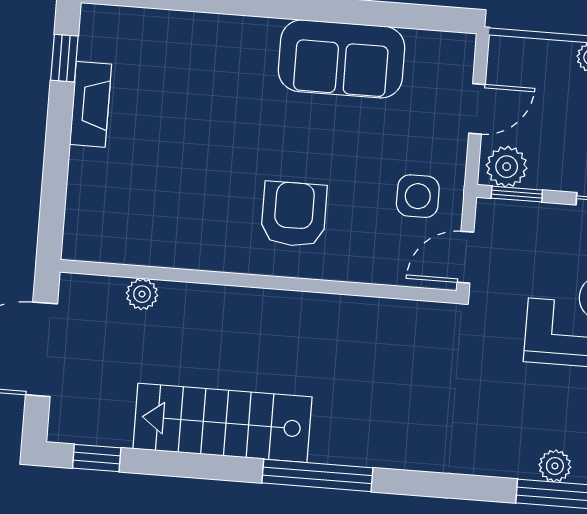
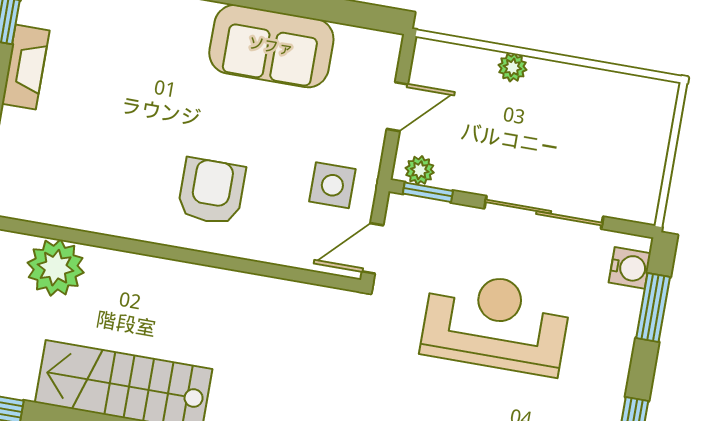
plant: (507, 167) -> (420, 170), width x0.73, depth x0.73
plant: (142, 294) -> (56, 268), width x1.88, depth x1.88

